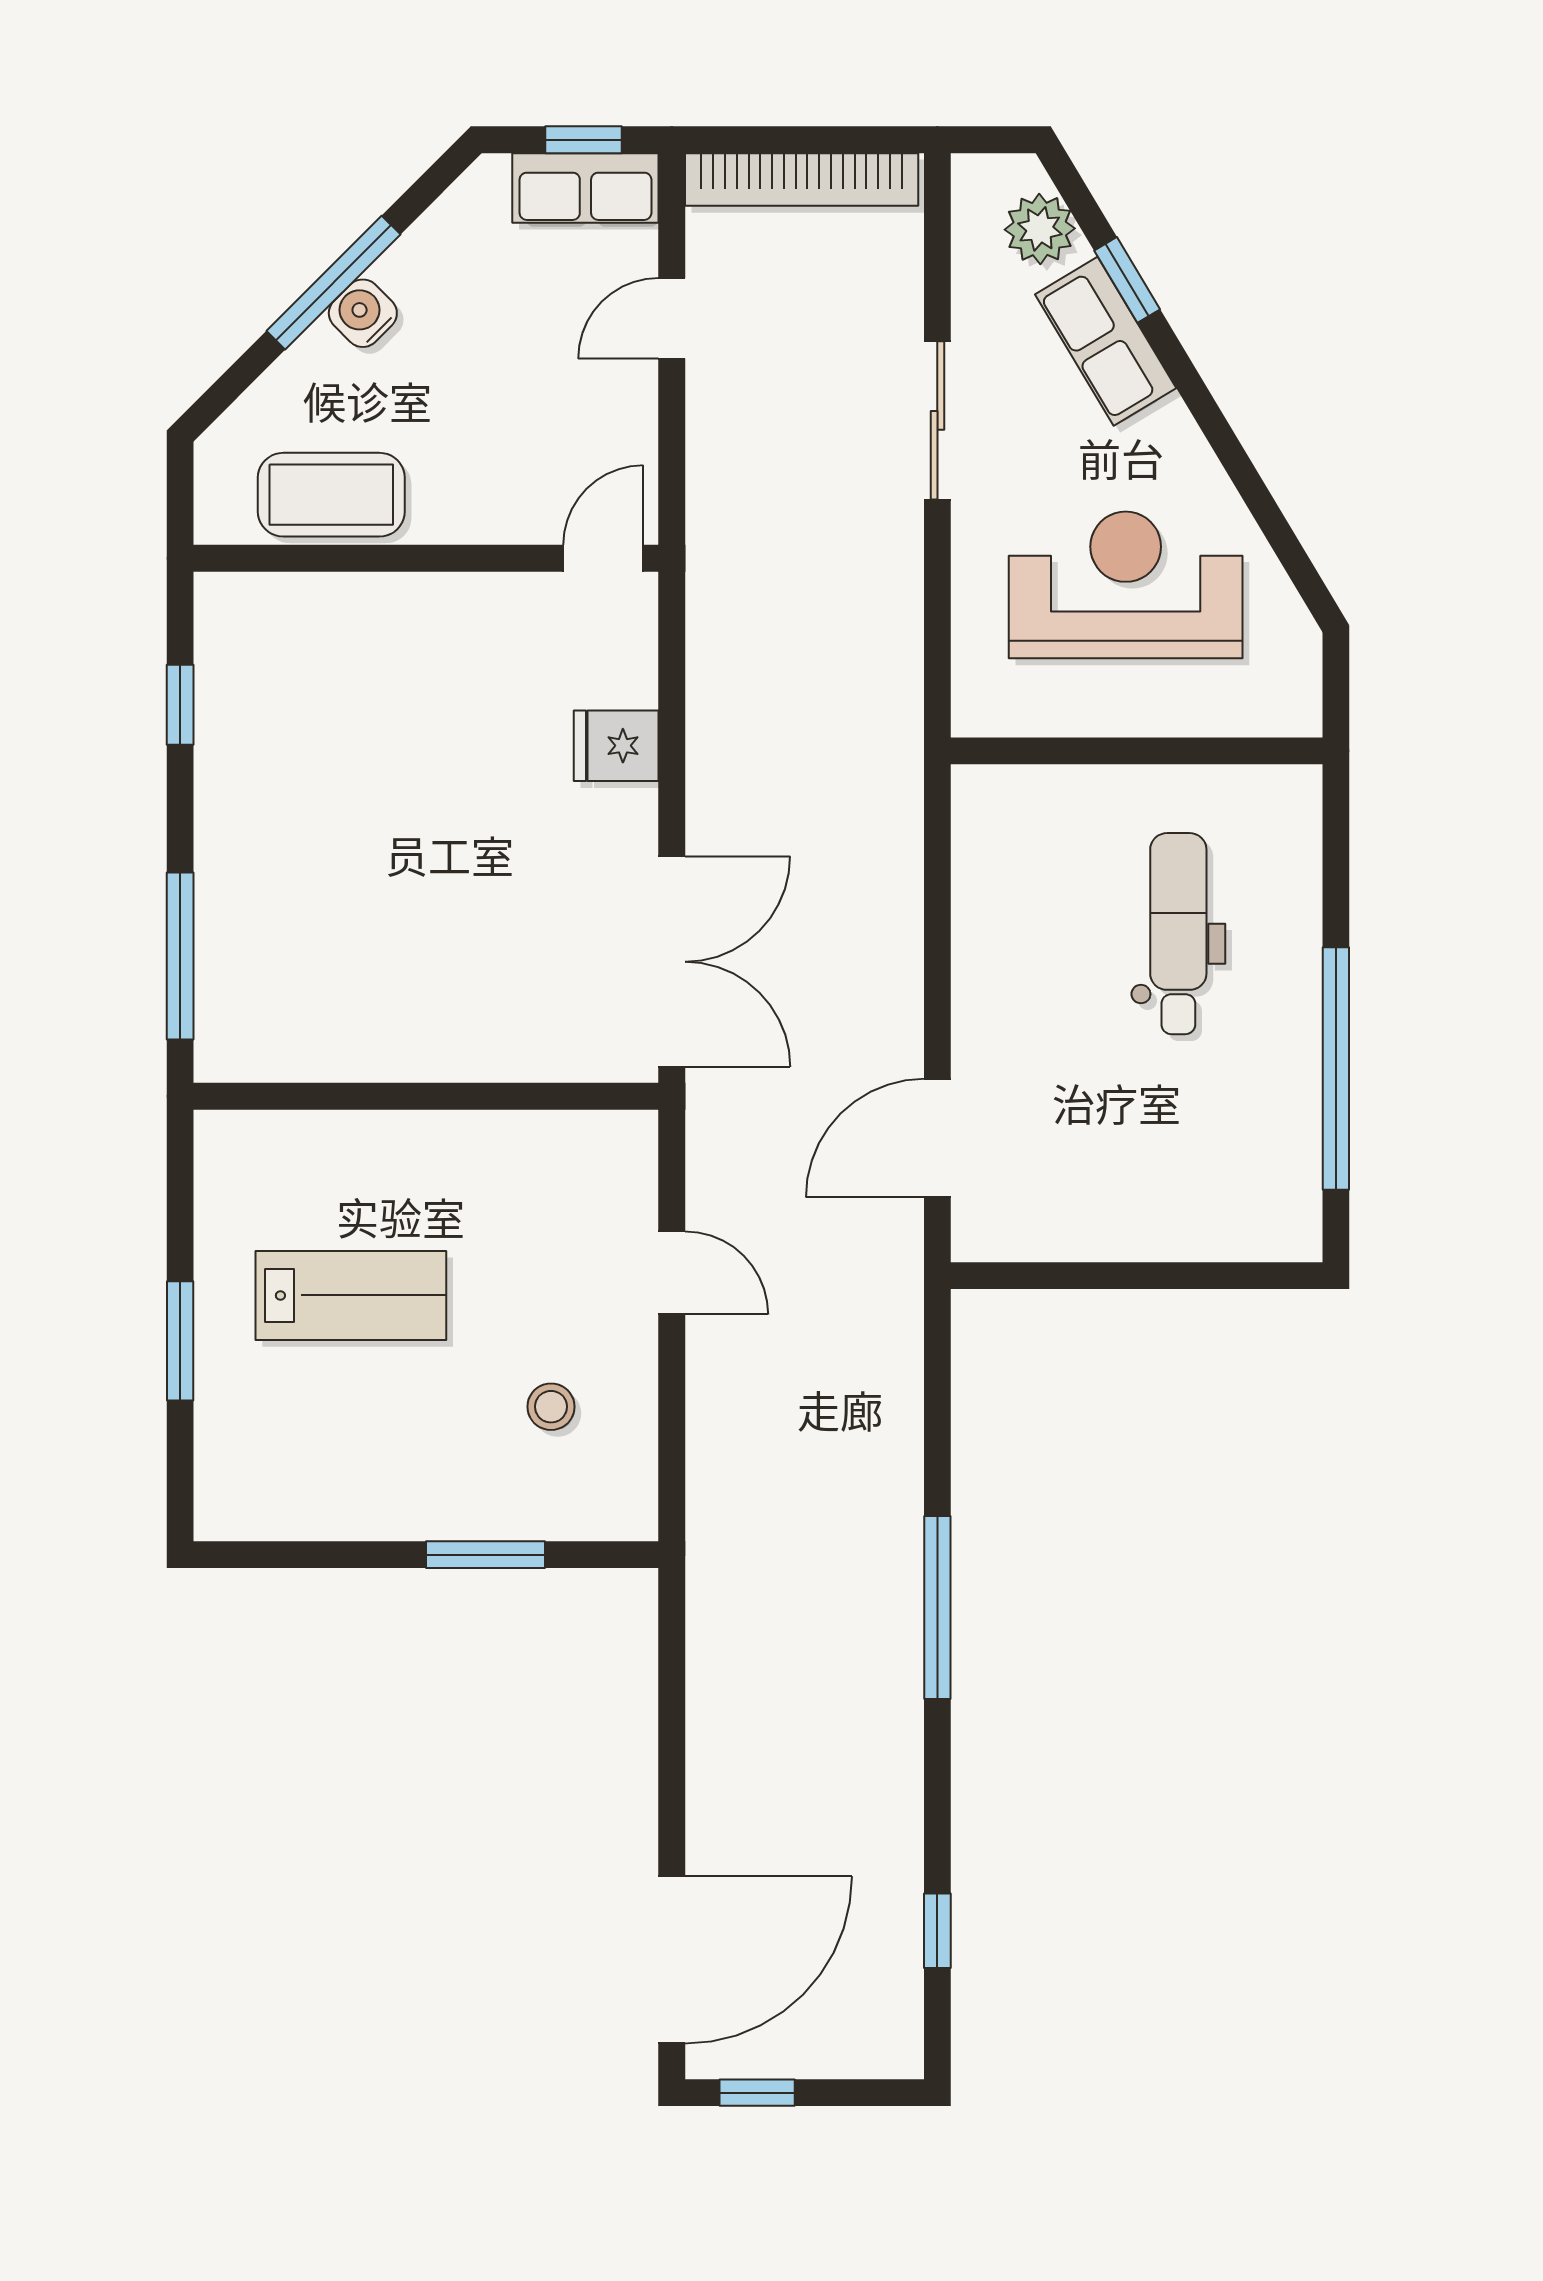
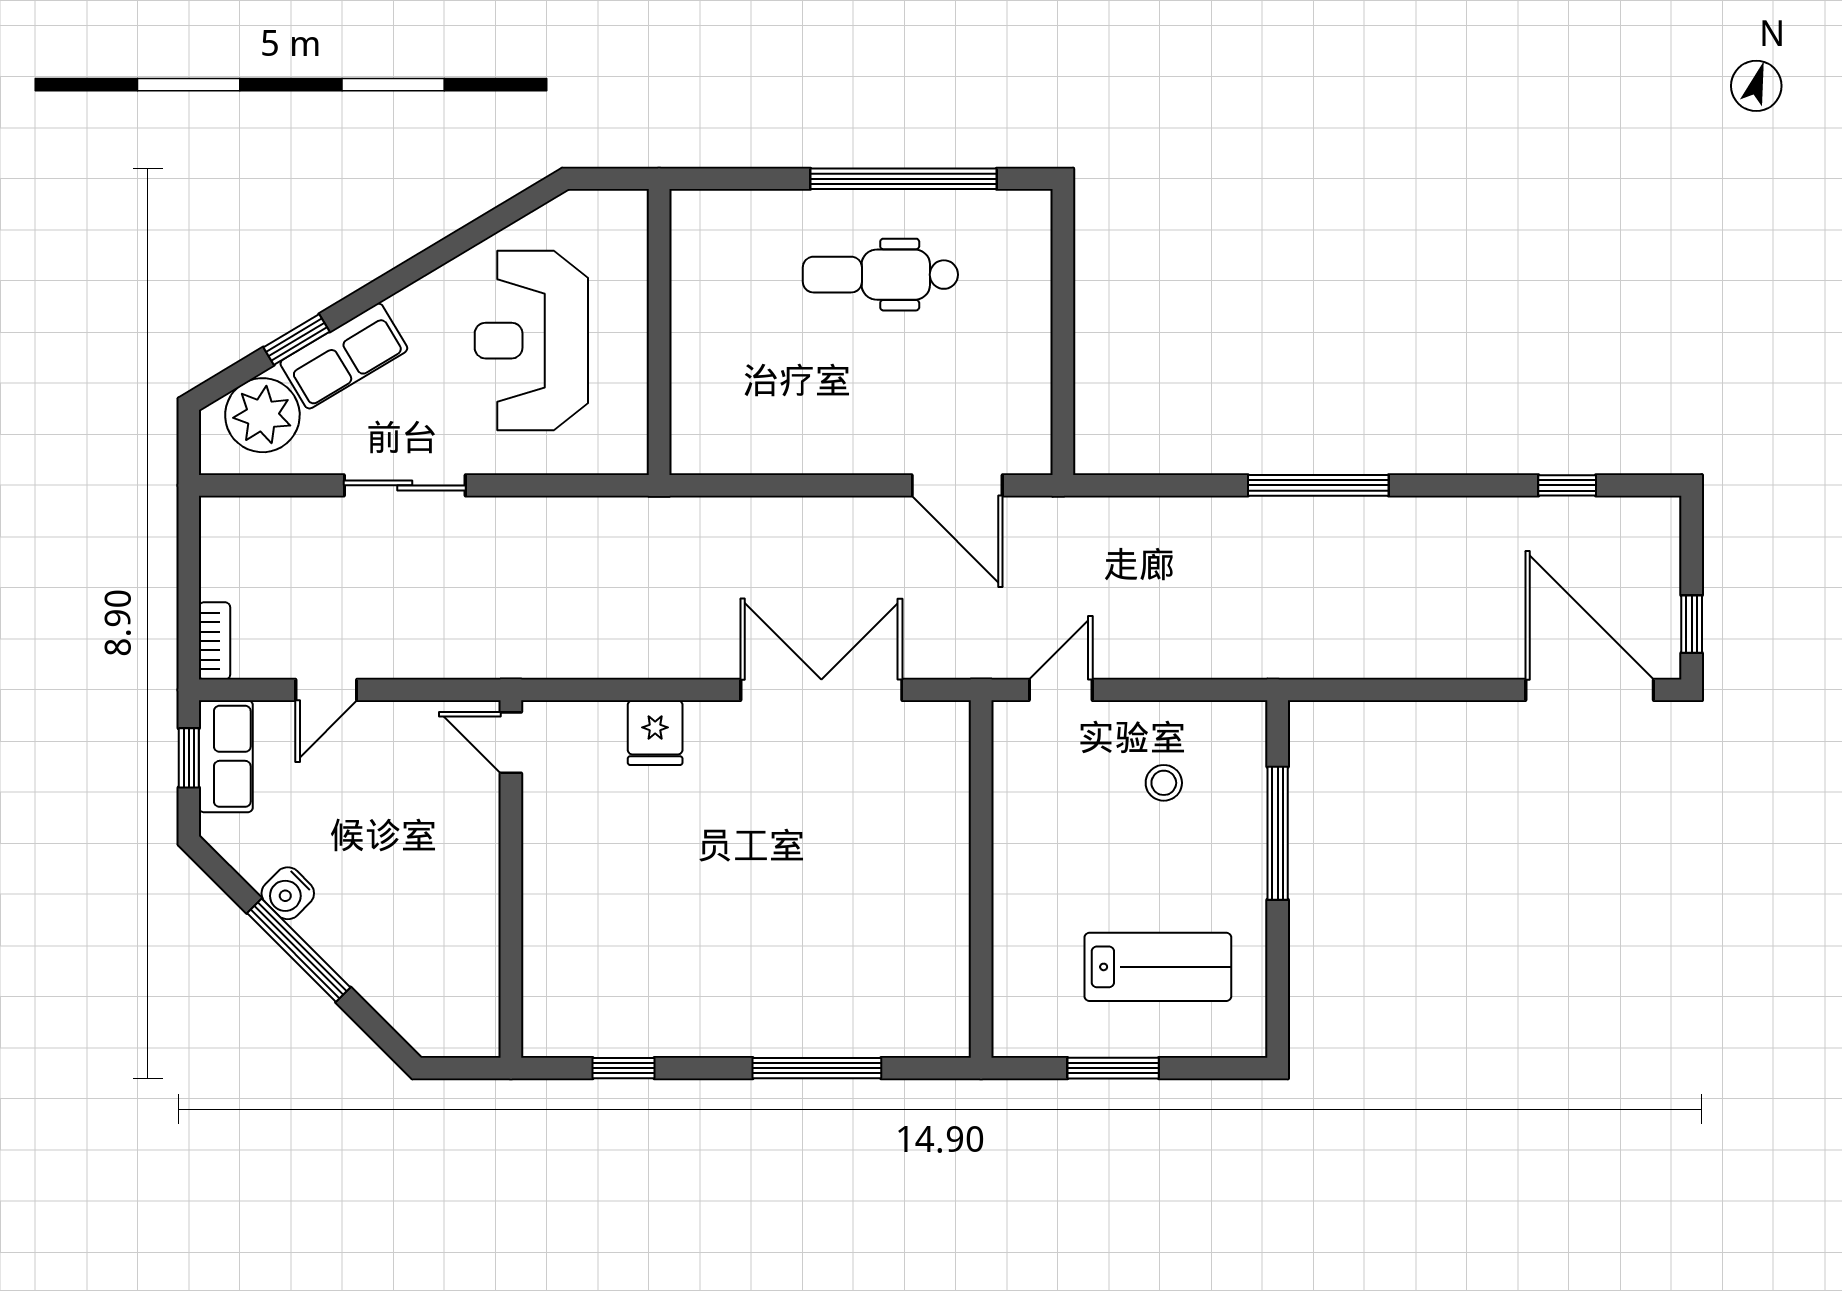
bookcase: (802, 180) -> (214, 641), width x0.43, depth x0.76
plant: (1040, 229) -> (262, 415), width x1.36, depth x1.36
water cooler: (363, 313) -> (288, 893), moved
door: (672, 318) -> (326, 690), hinge flipped
coffee table: (331, 495) -> (462, 952), removed
dental chair: (1178, 934) -> (880, 275), moved
wall: (426, 1096) -> (981, 879), moved
lab bench: (351, 1295) -> (1158, 967), moved, turned 90
window: (486, 1555) -> (1278, 833), width x1.44

